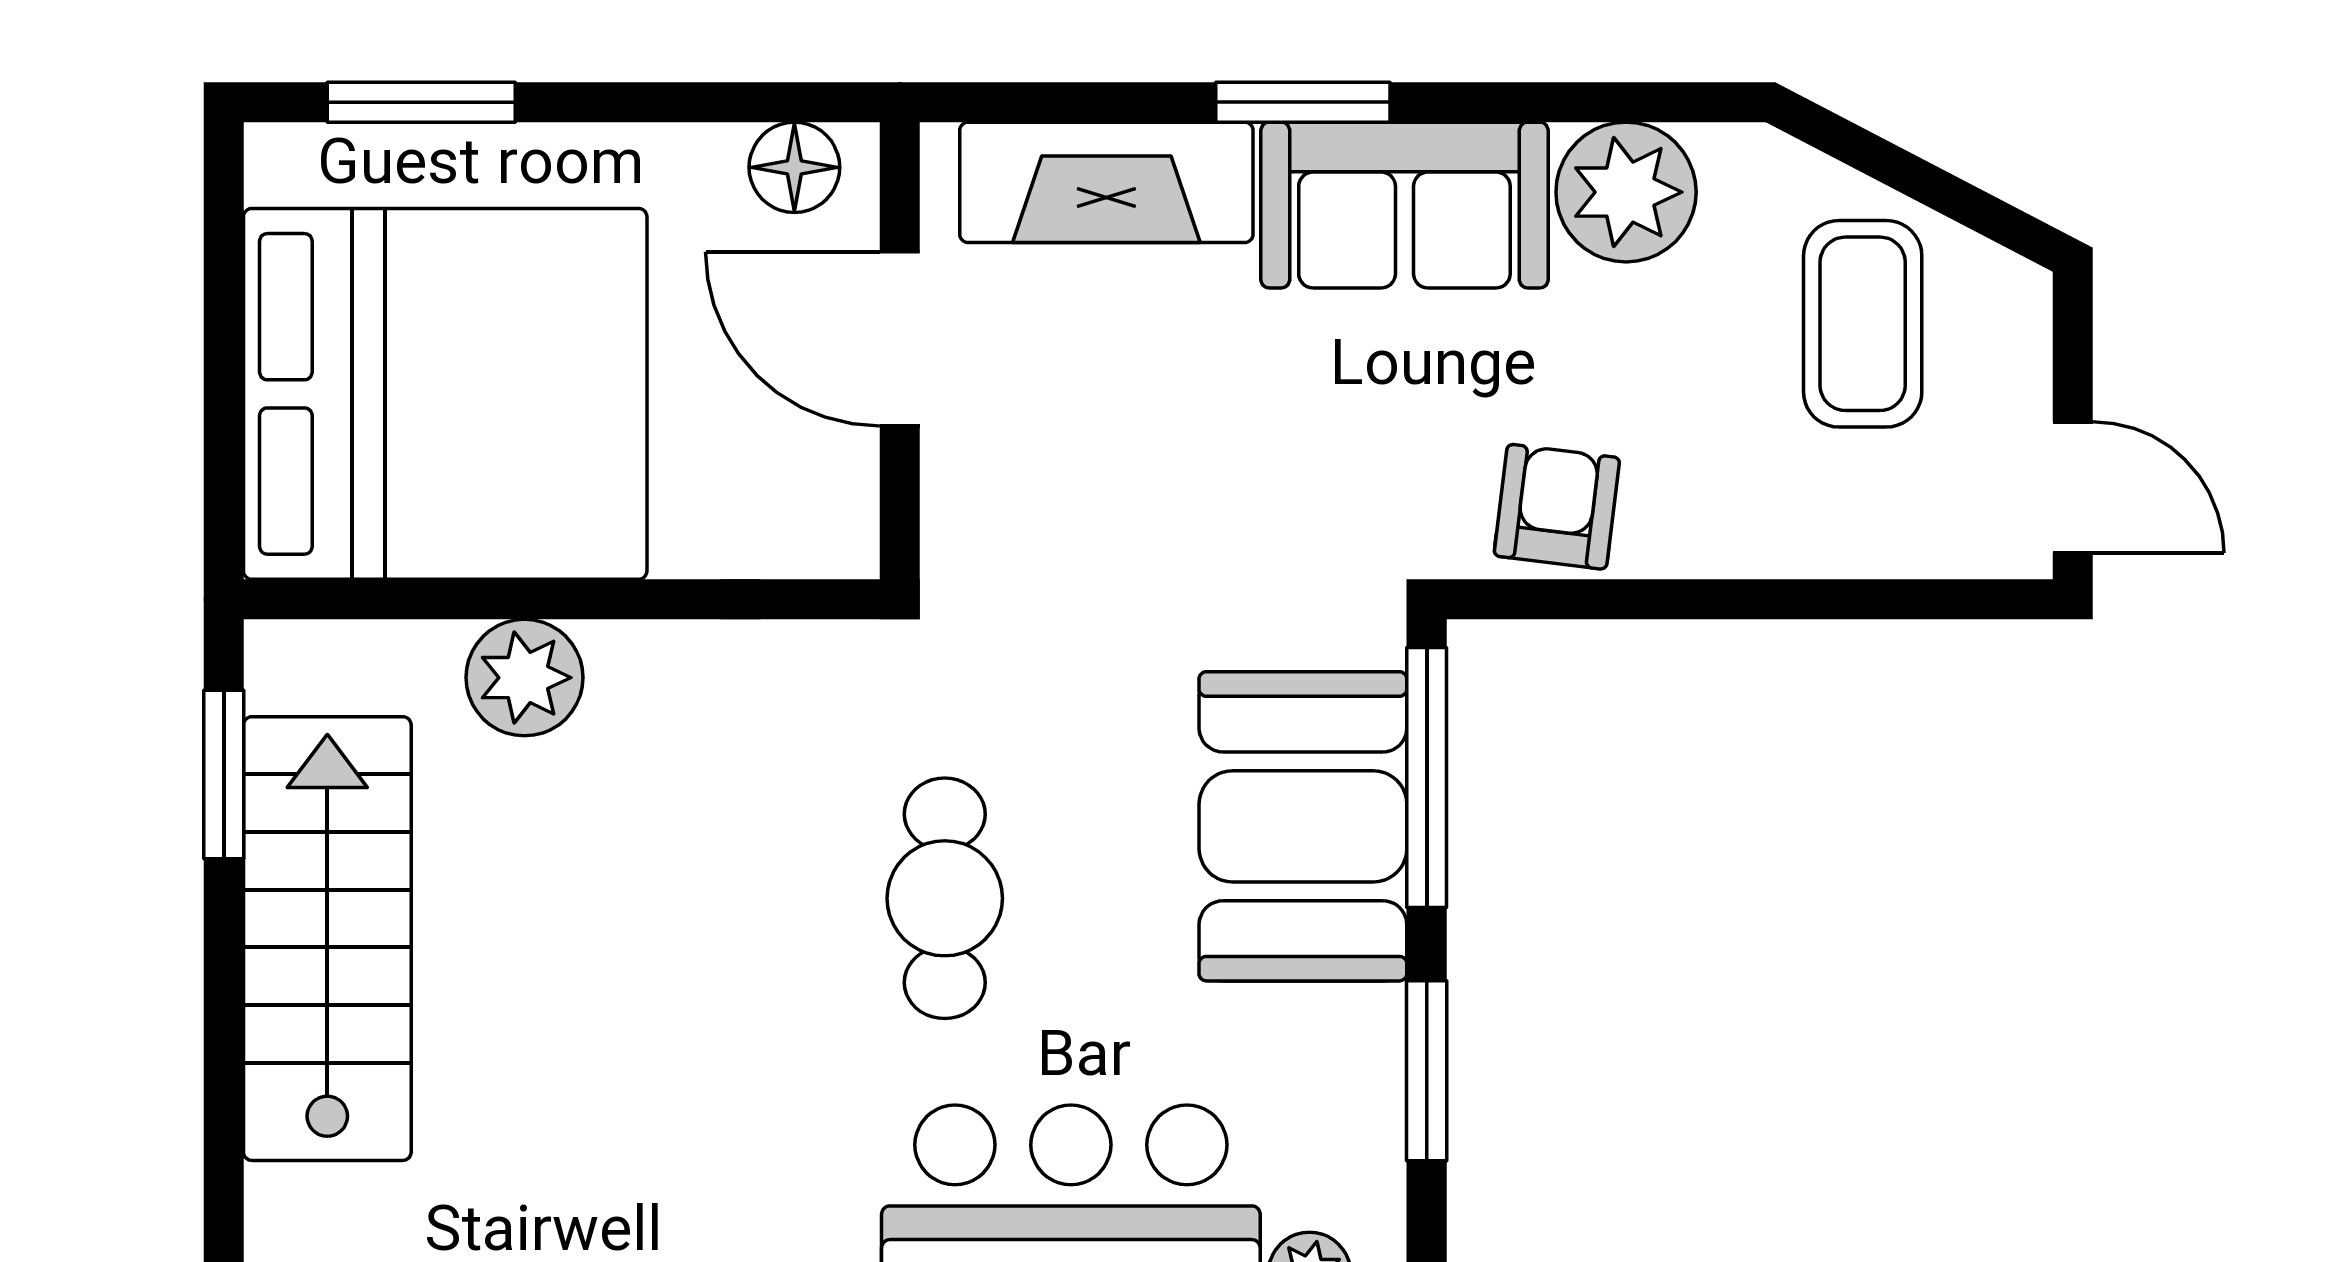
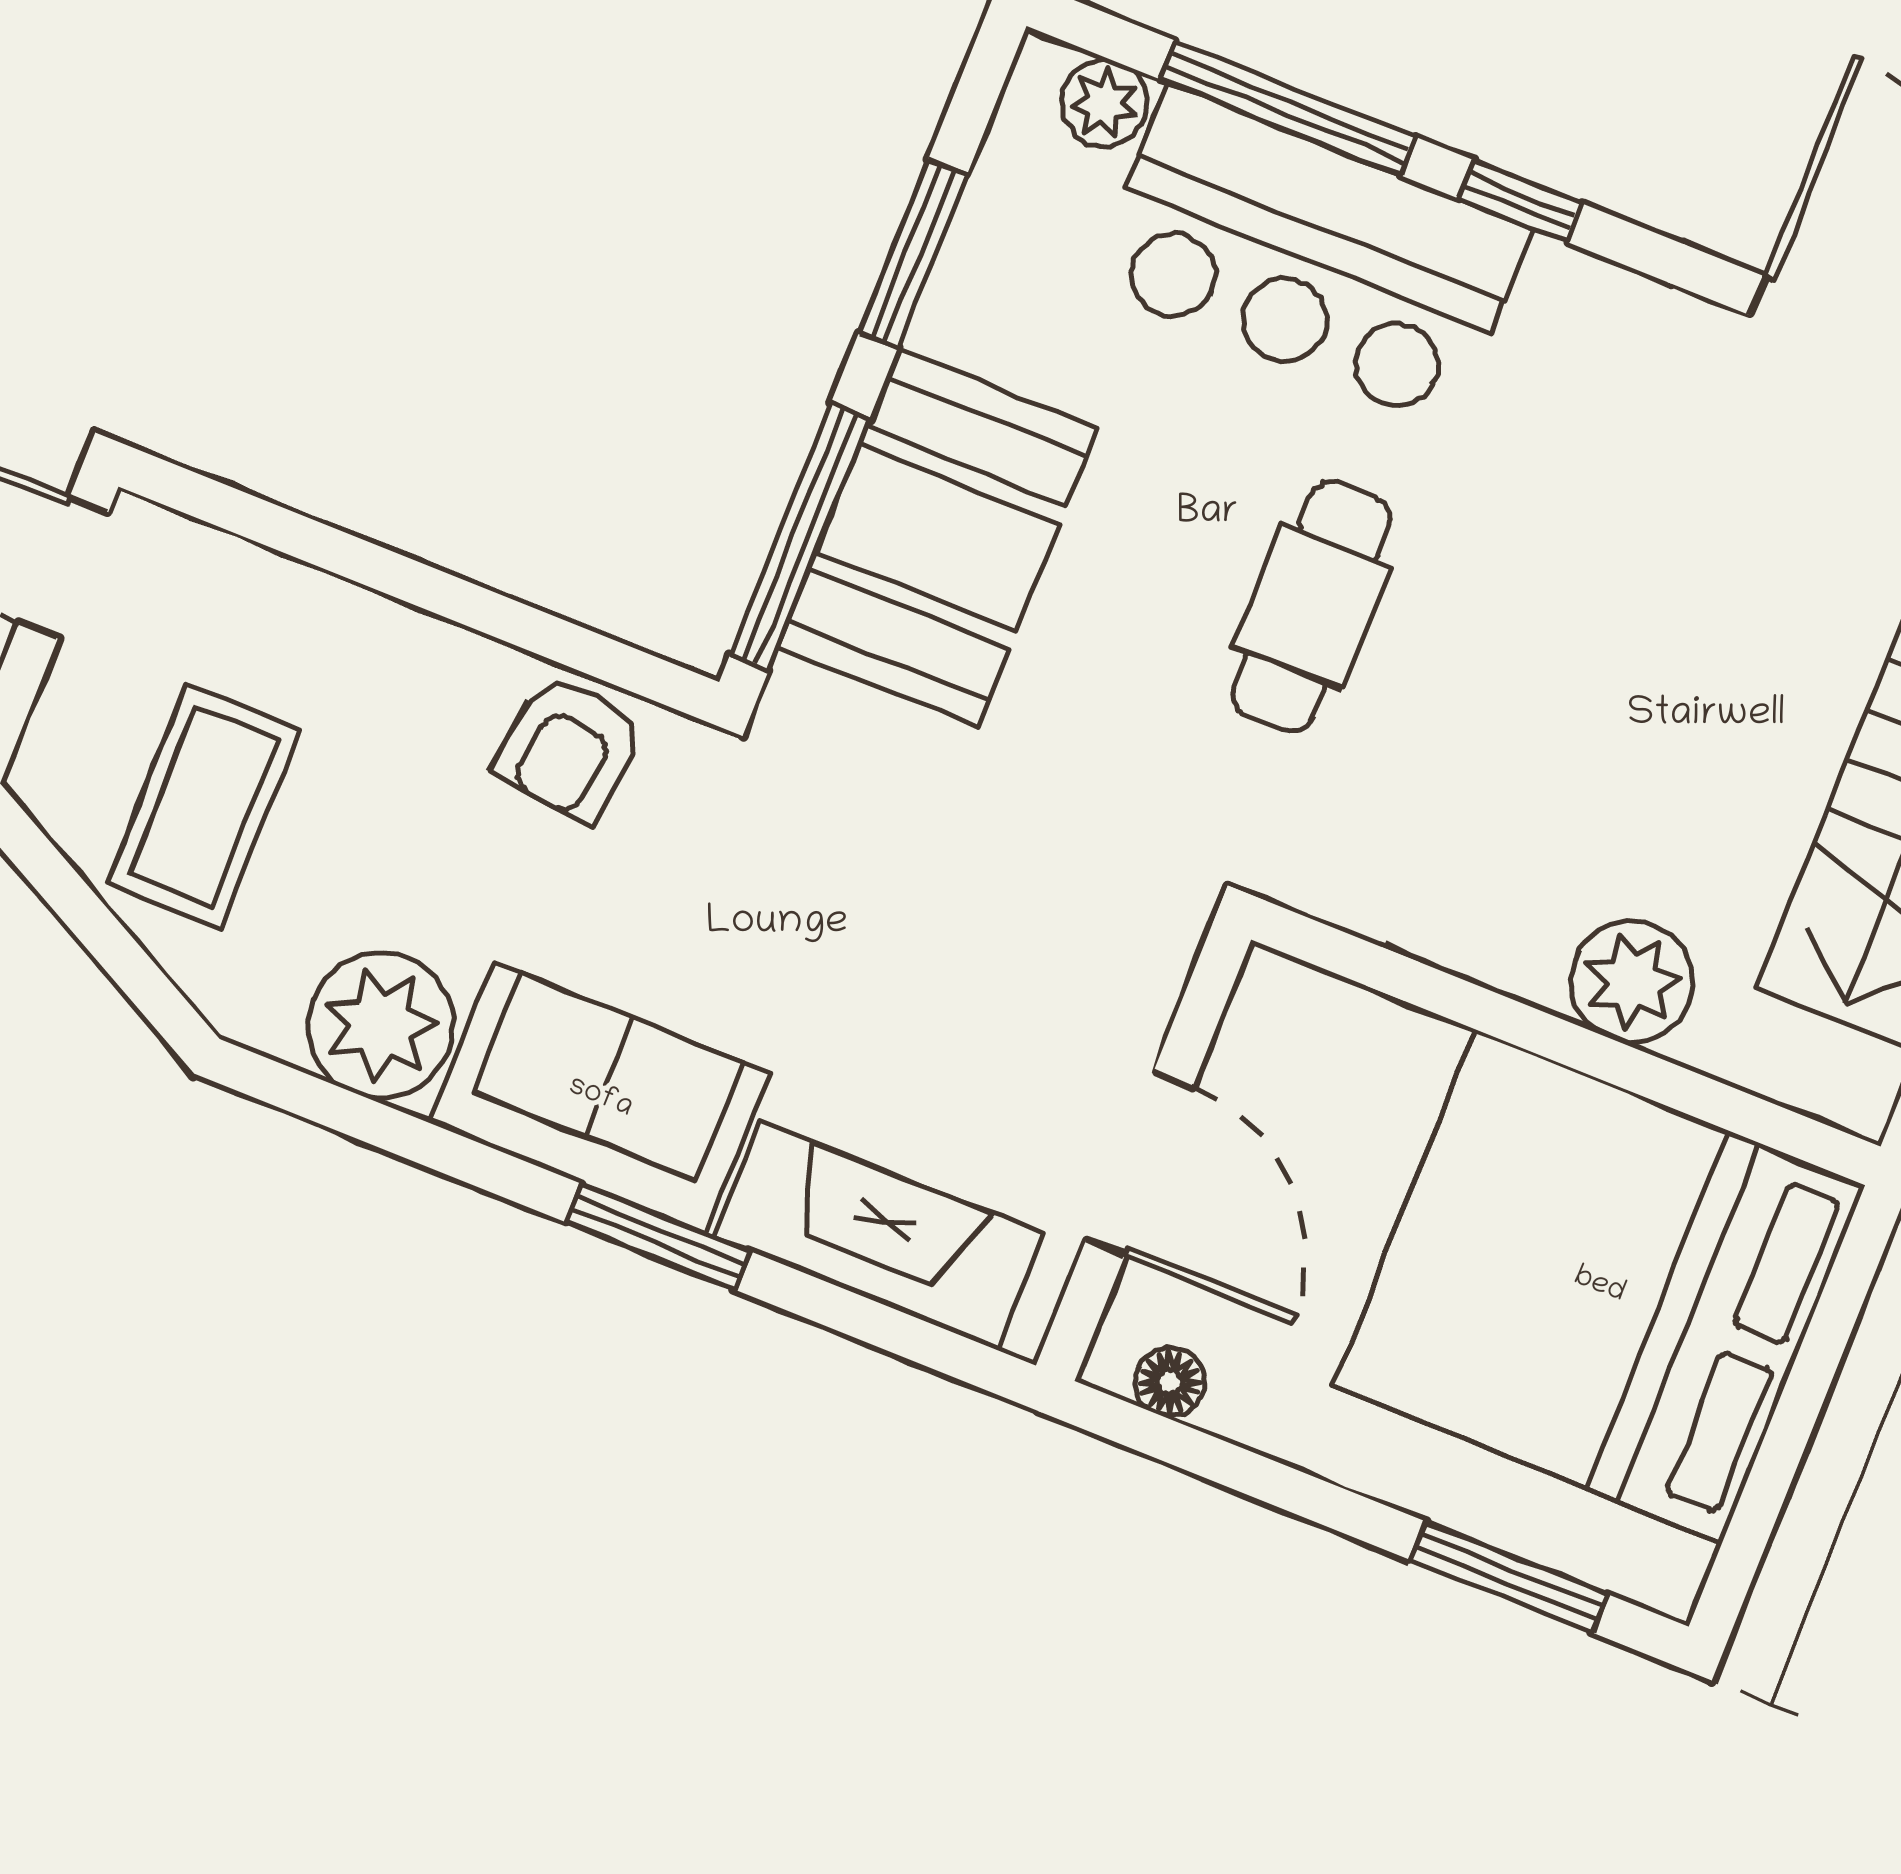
floor lamp: (794, 167) -> (1170, 1382), width x0.73, depth x0.73

